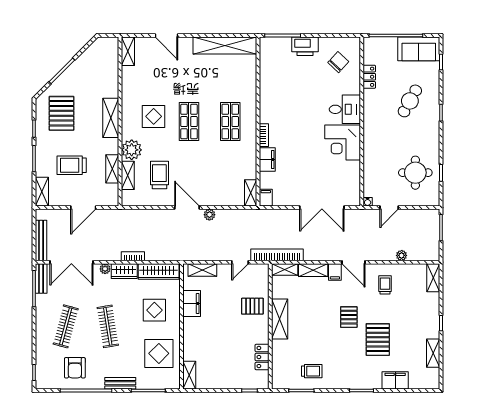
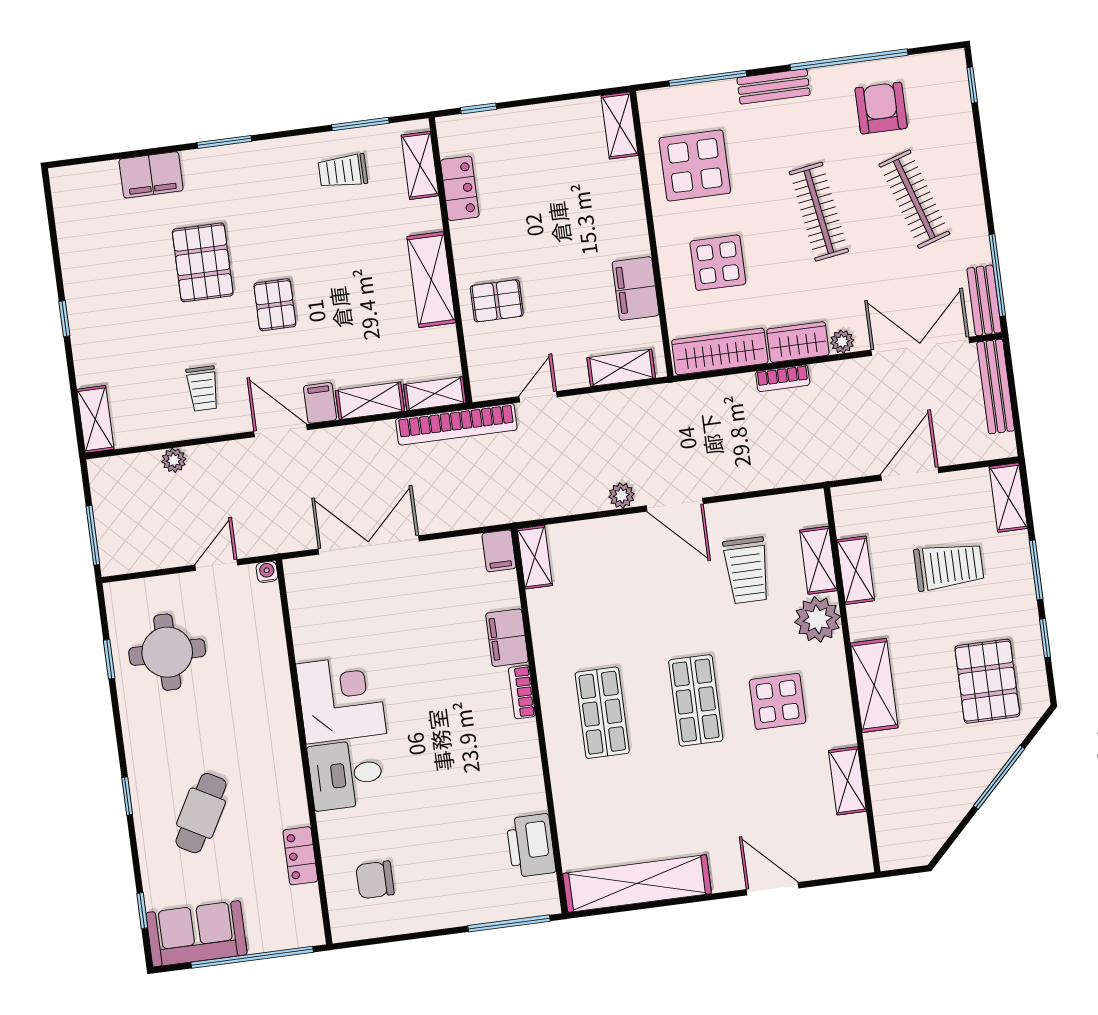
printer: (305, 46) -> (531, 845), moved, turned -90
shelving: (128, 51) -> (847, 781), moved
chair: (338, 62) -> (375, 880), turned 47
clothes rail: (66, 326) -> (914, 199), turned -33
shelving: (433, 353) -> (420, 165), moved

